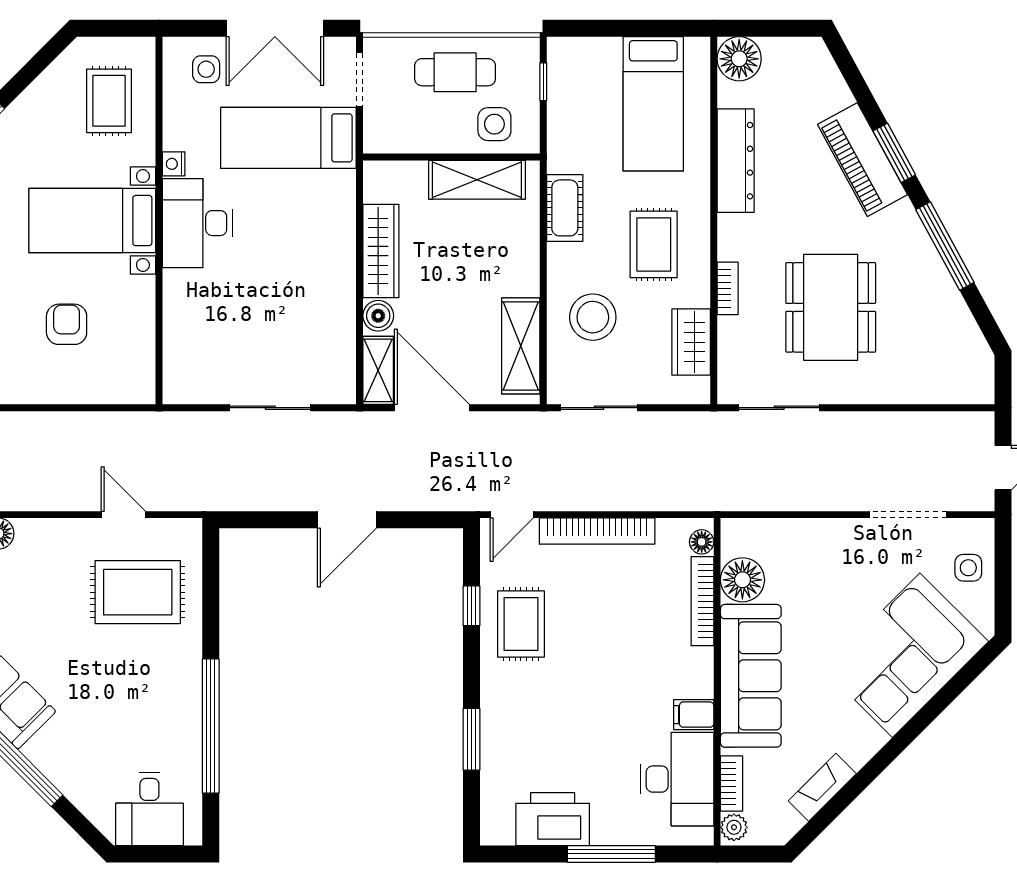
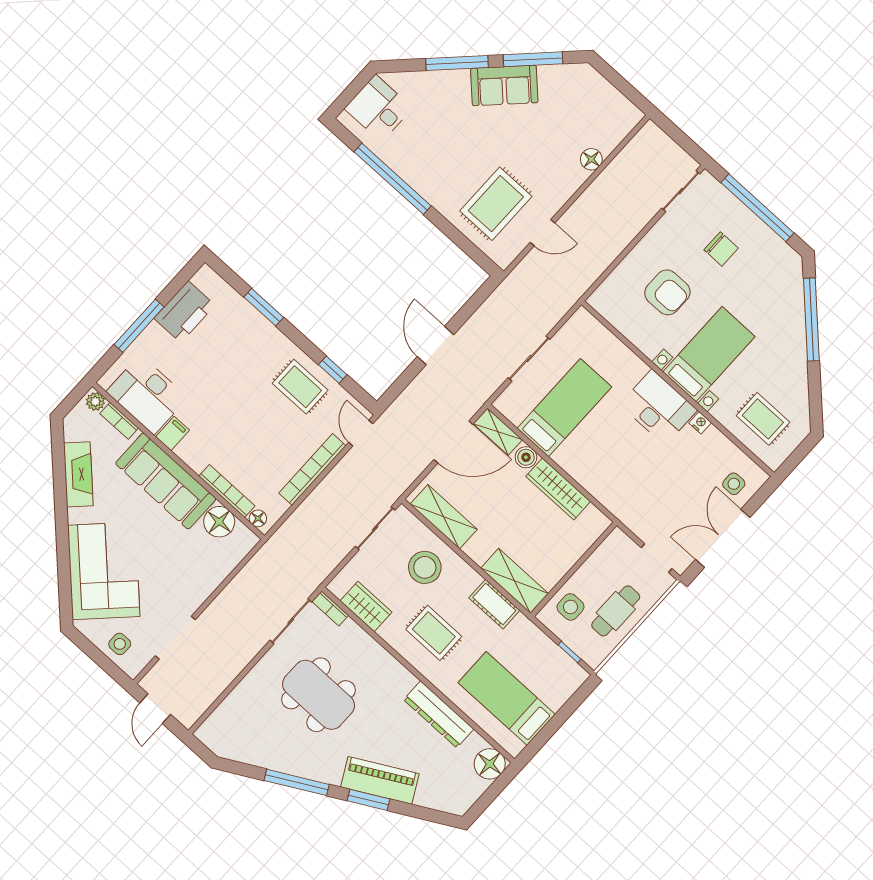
bed: (288, 138) -> (564, 408), moved
shelving: (477, 180) -> (515, 581), moved, turned 90
bookcase: (728, 288) -> (330, 608), moved
armchair: (67, 324) -> (667, 292), width x1.38, depth x1.38
fireplace: (822, 787) -> (78, 474), width x1.37, depth x1.32

